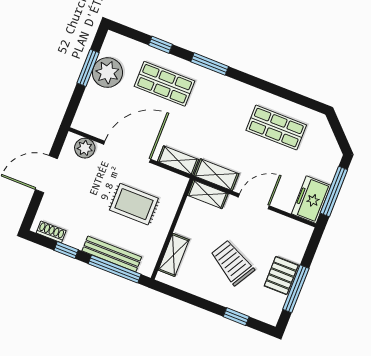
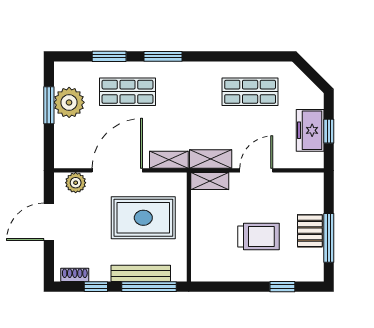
window: (161, 45) -> (109, 56), width x1.50
window: (334, 191) -> (329, 131), width x0.46
freezer: (311, 200) -> (310, 130), moved
rug: (134, 204) -> (143, 218), width x1.36, depth x1.43
shelving: (174, 255) -> (200, 251), removed
trolley: (232, 263) -> (259, 237), turned 150

